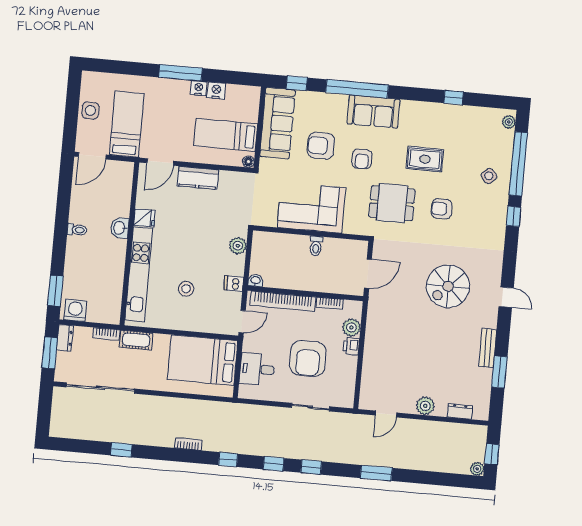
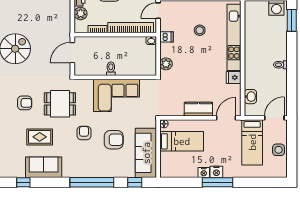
nightstand: (216, 91) -> (216, 172), moved
sofa: (373, 112) -> (44, 167), moved
washbasin: (120, 228) -> (250, 97), moved

